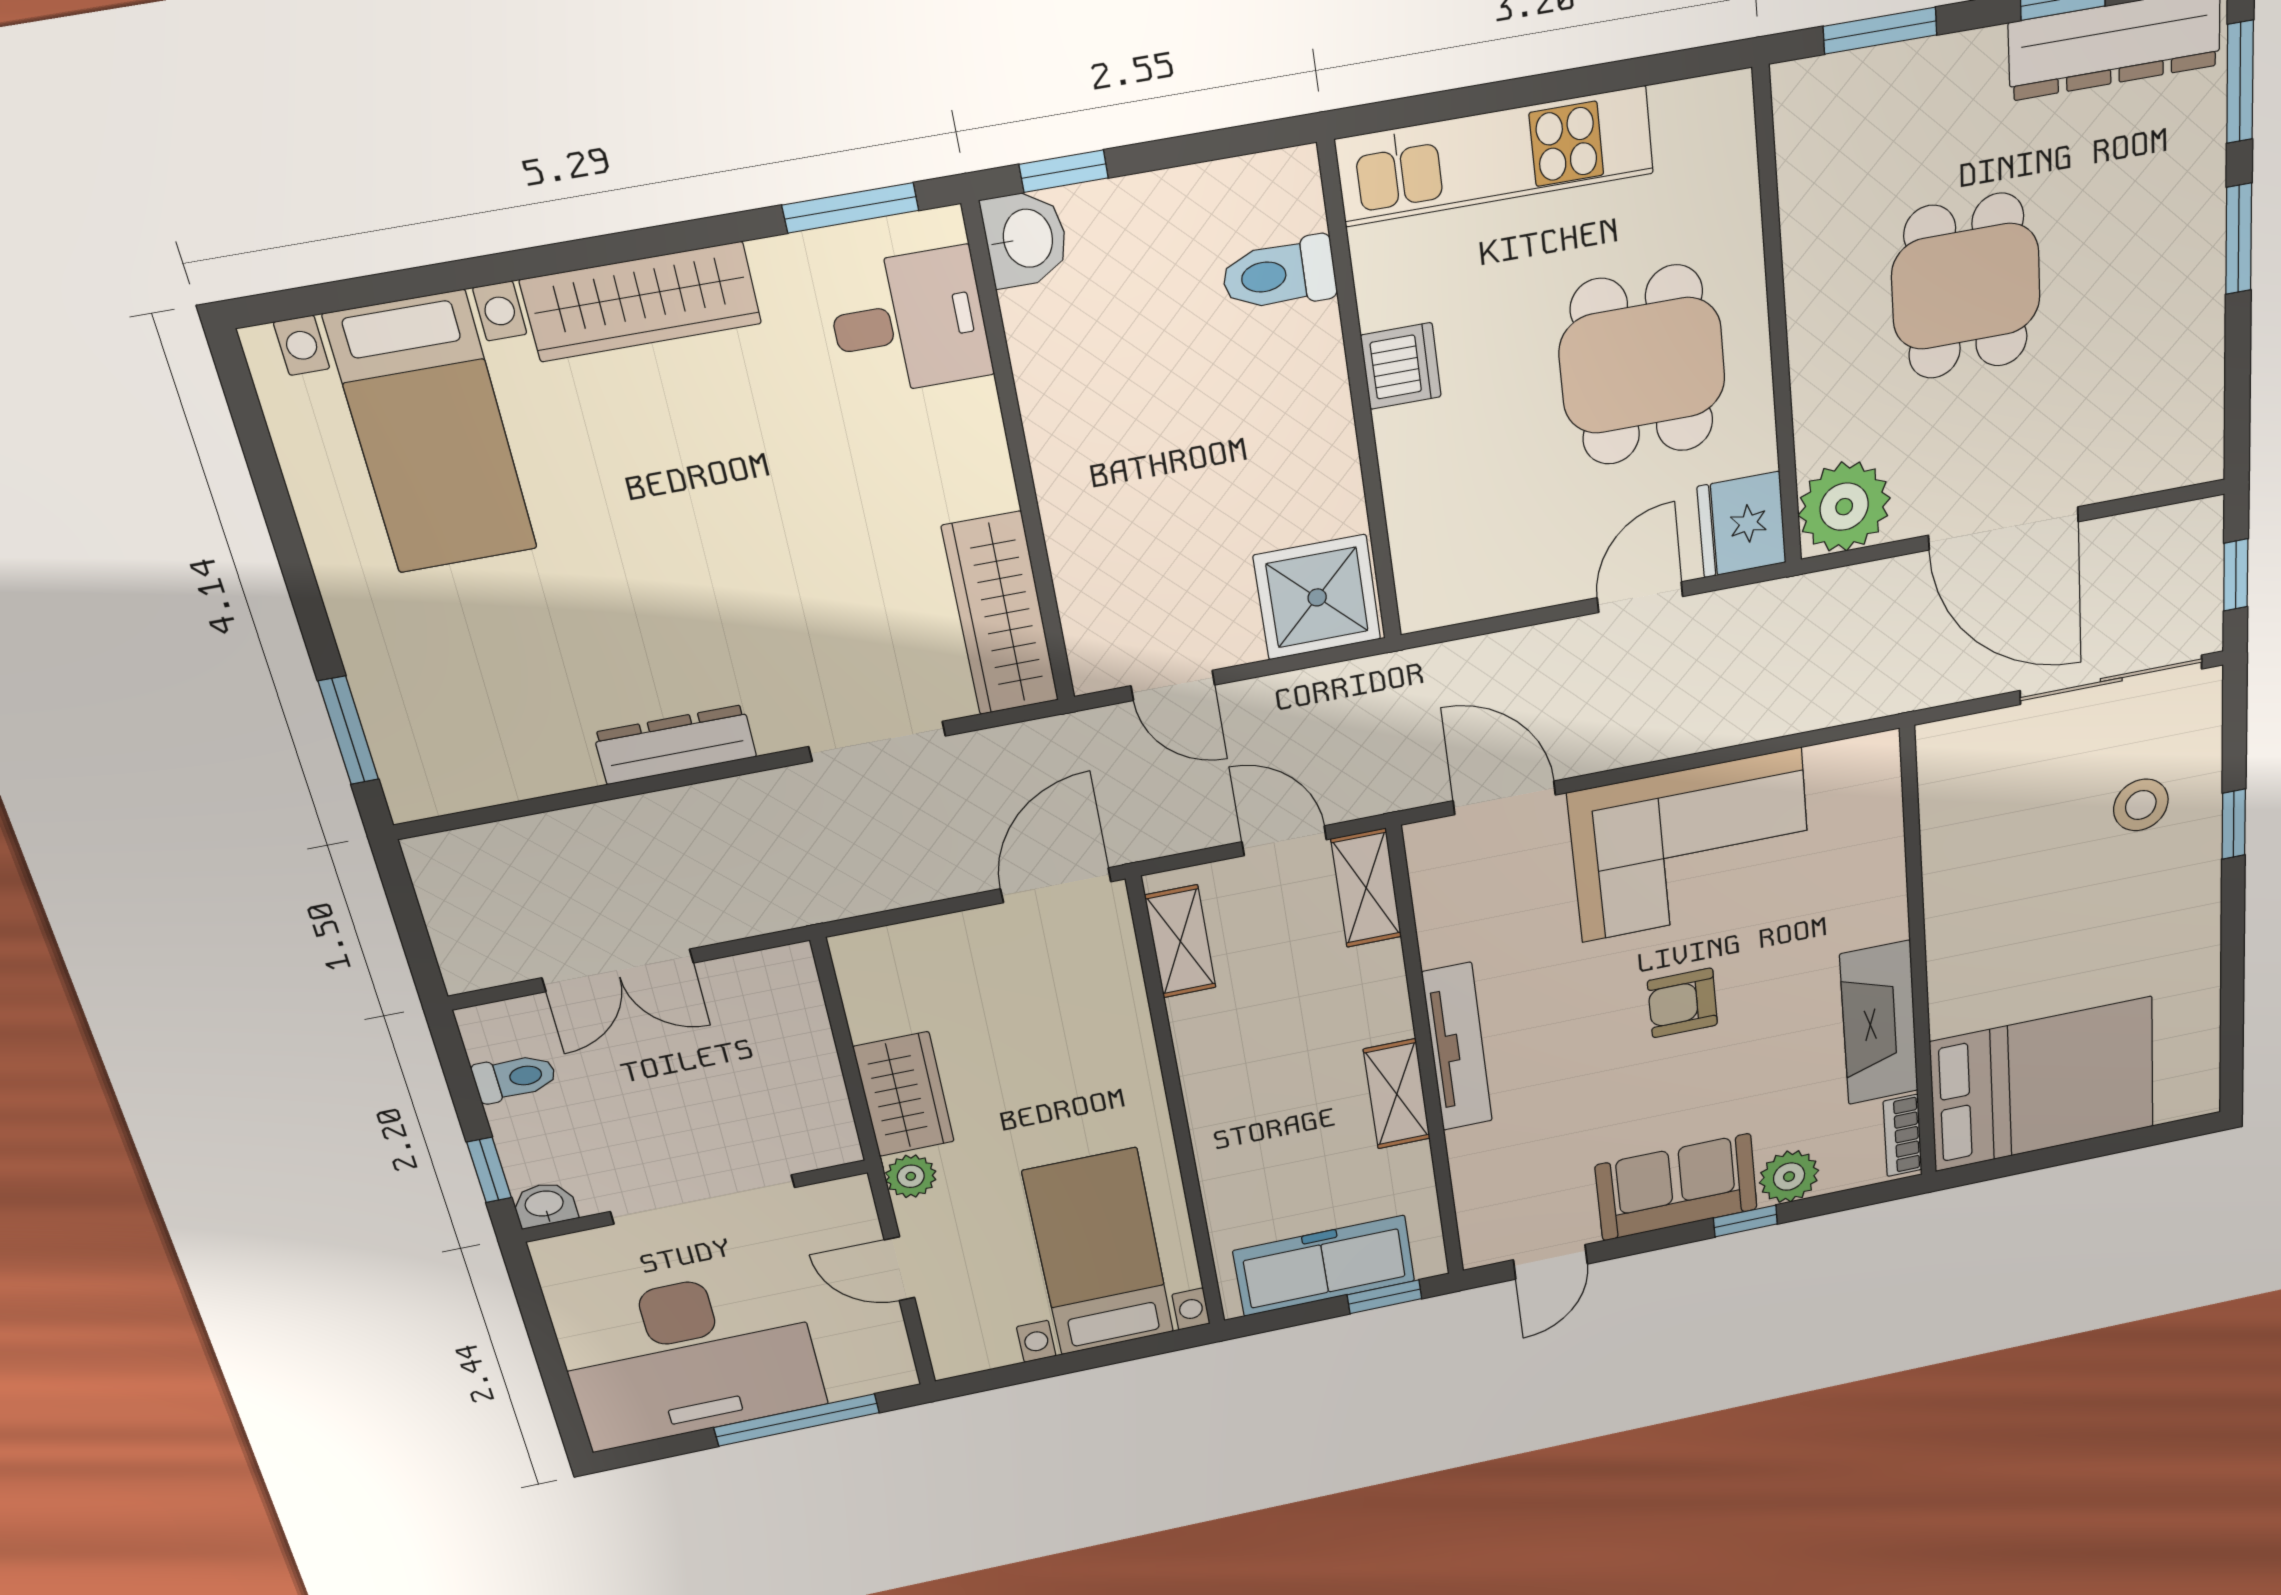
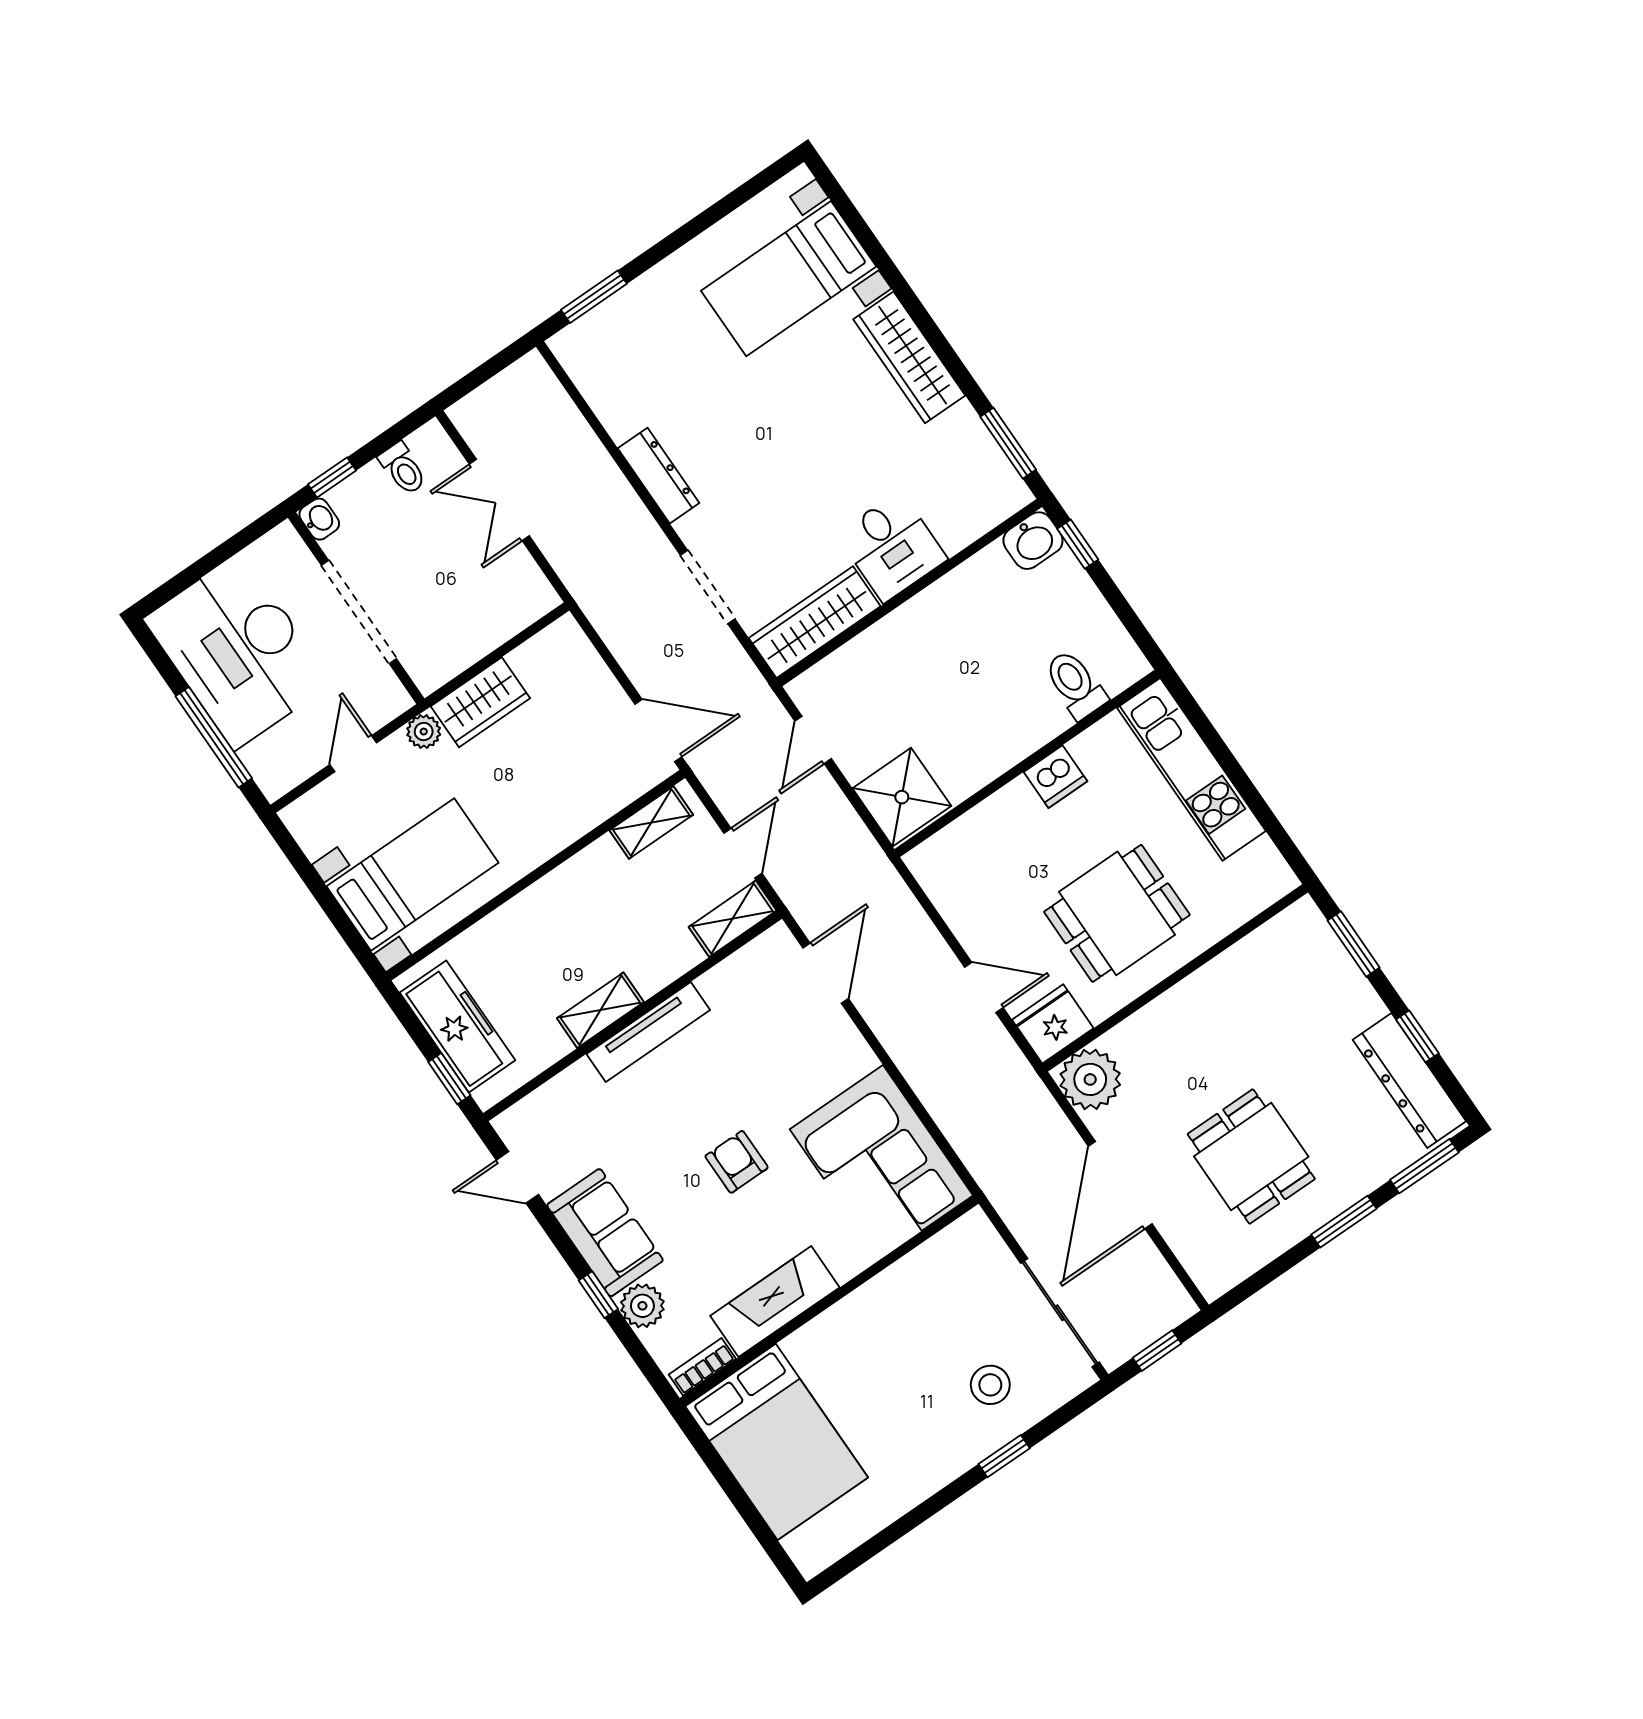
dining table: (1966, 286) -> (1251, 1156), moved, turned 90
desk: (909, 322) -> (892, 547), moved
corner sofa: (1691, 846) -> (881, 1162), moved

